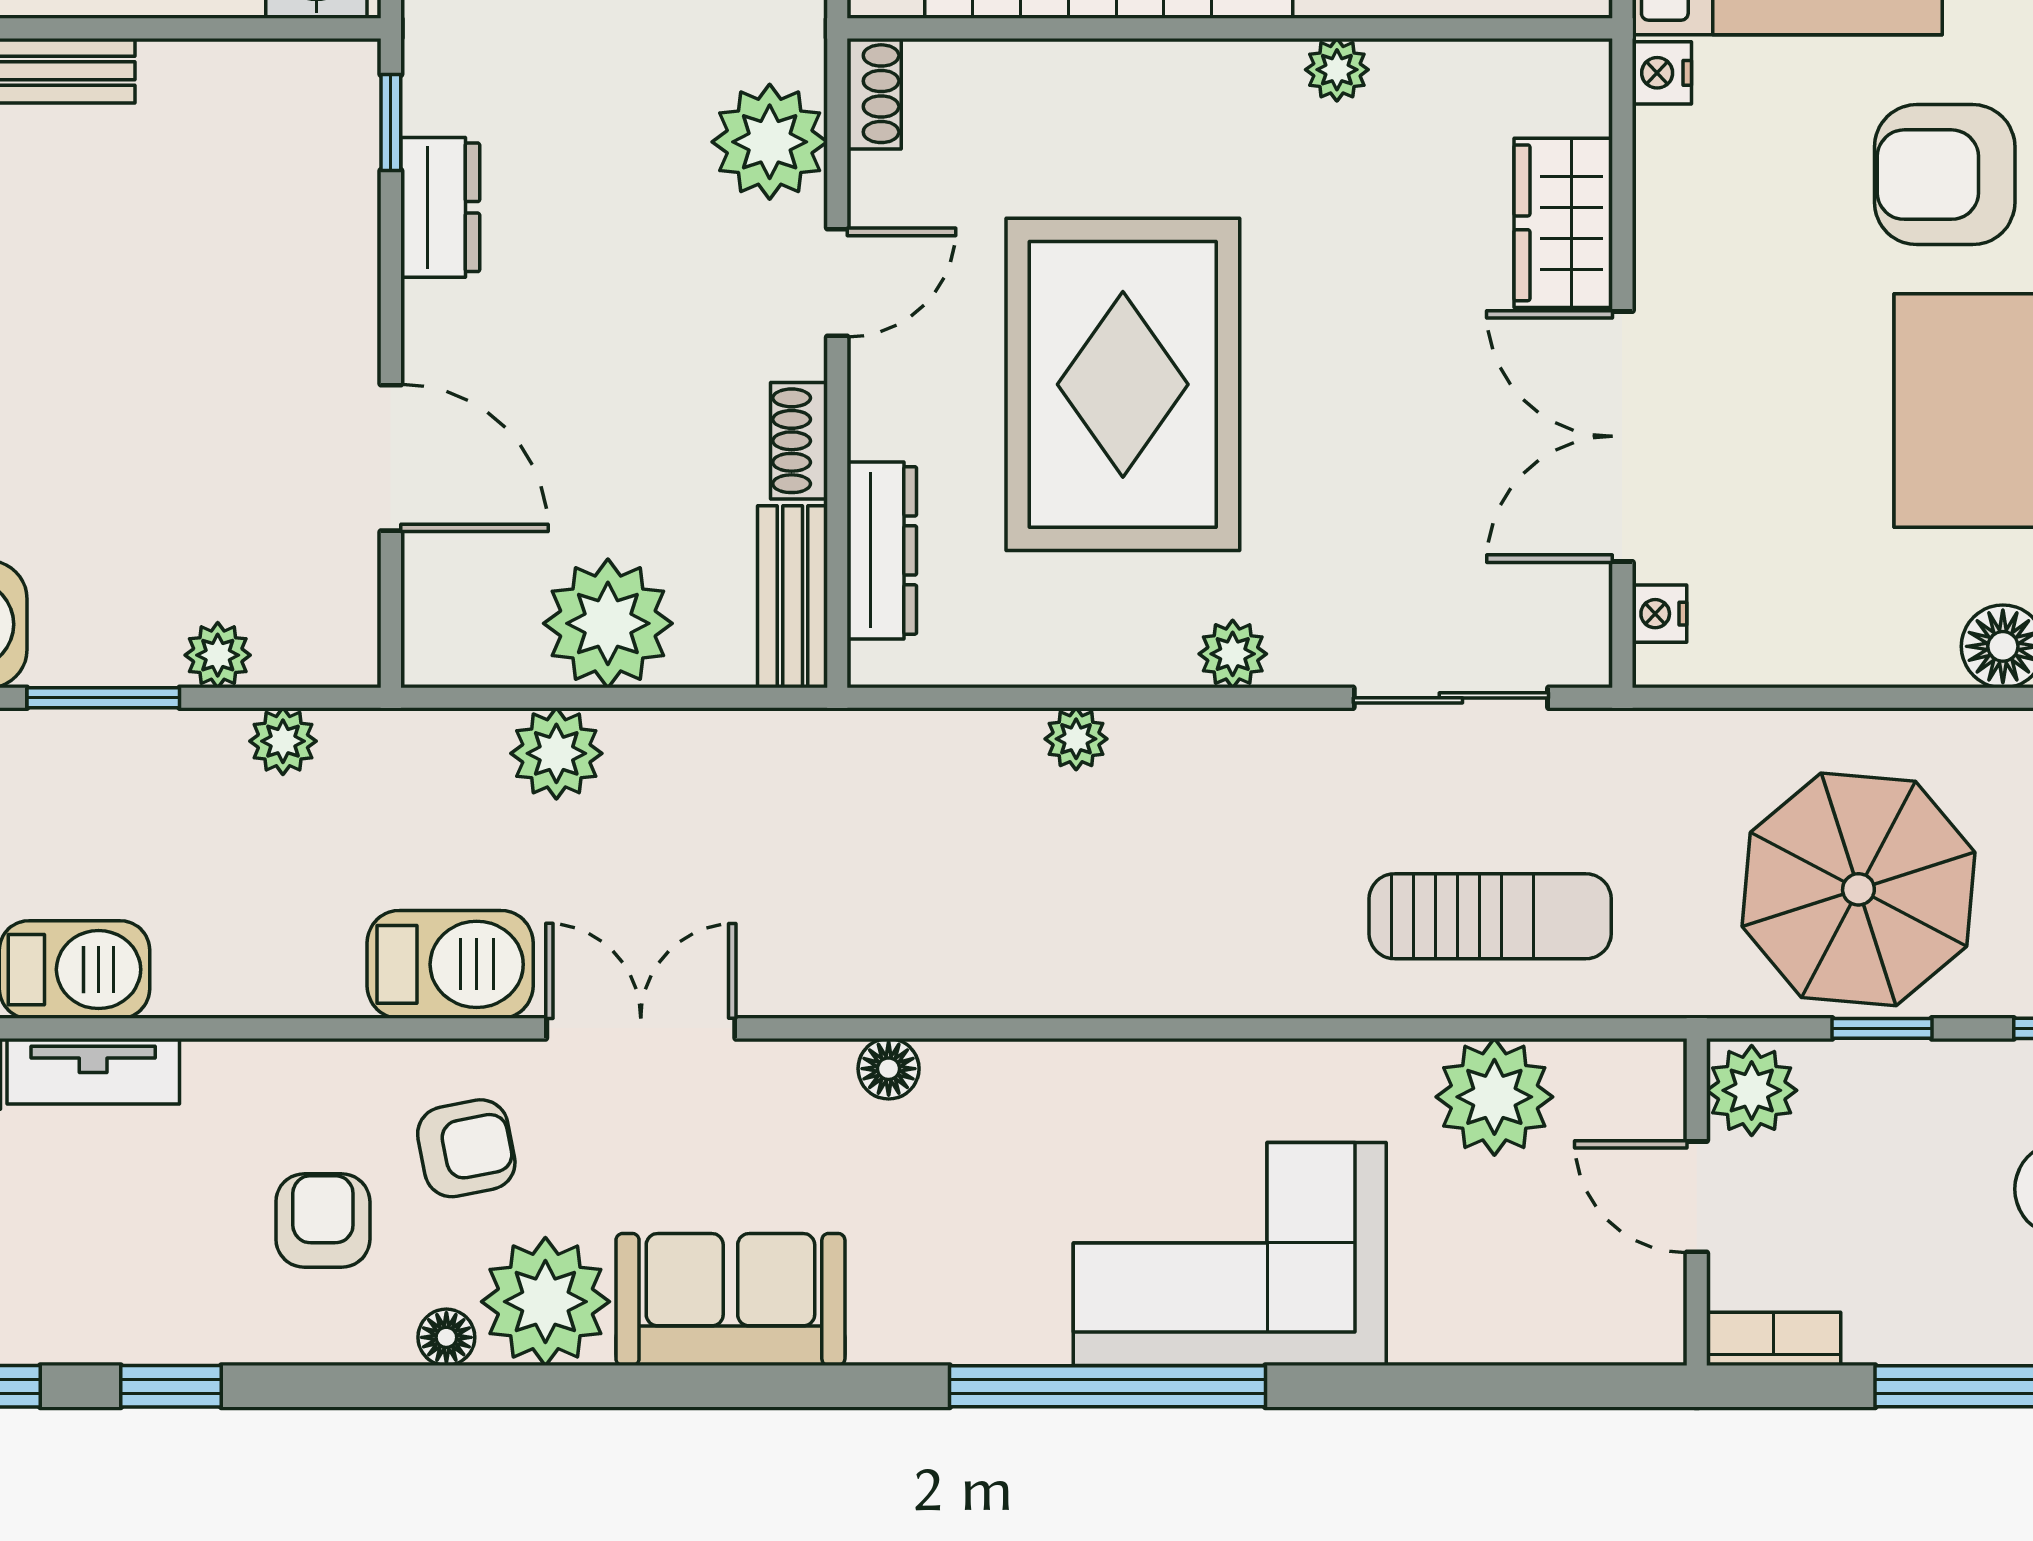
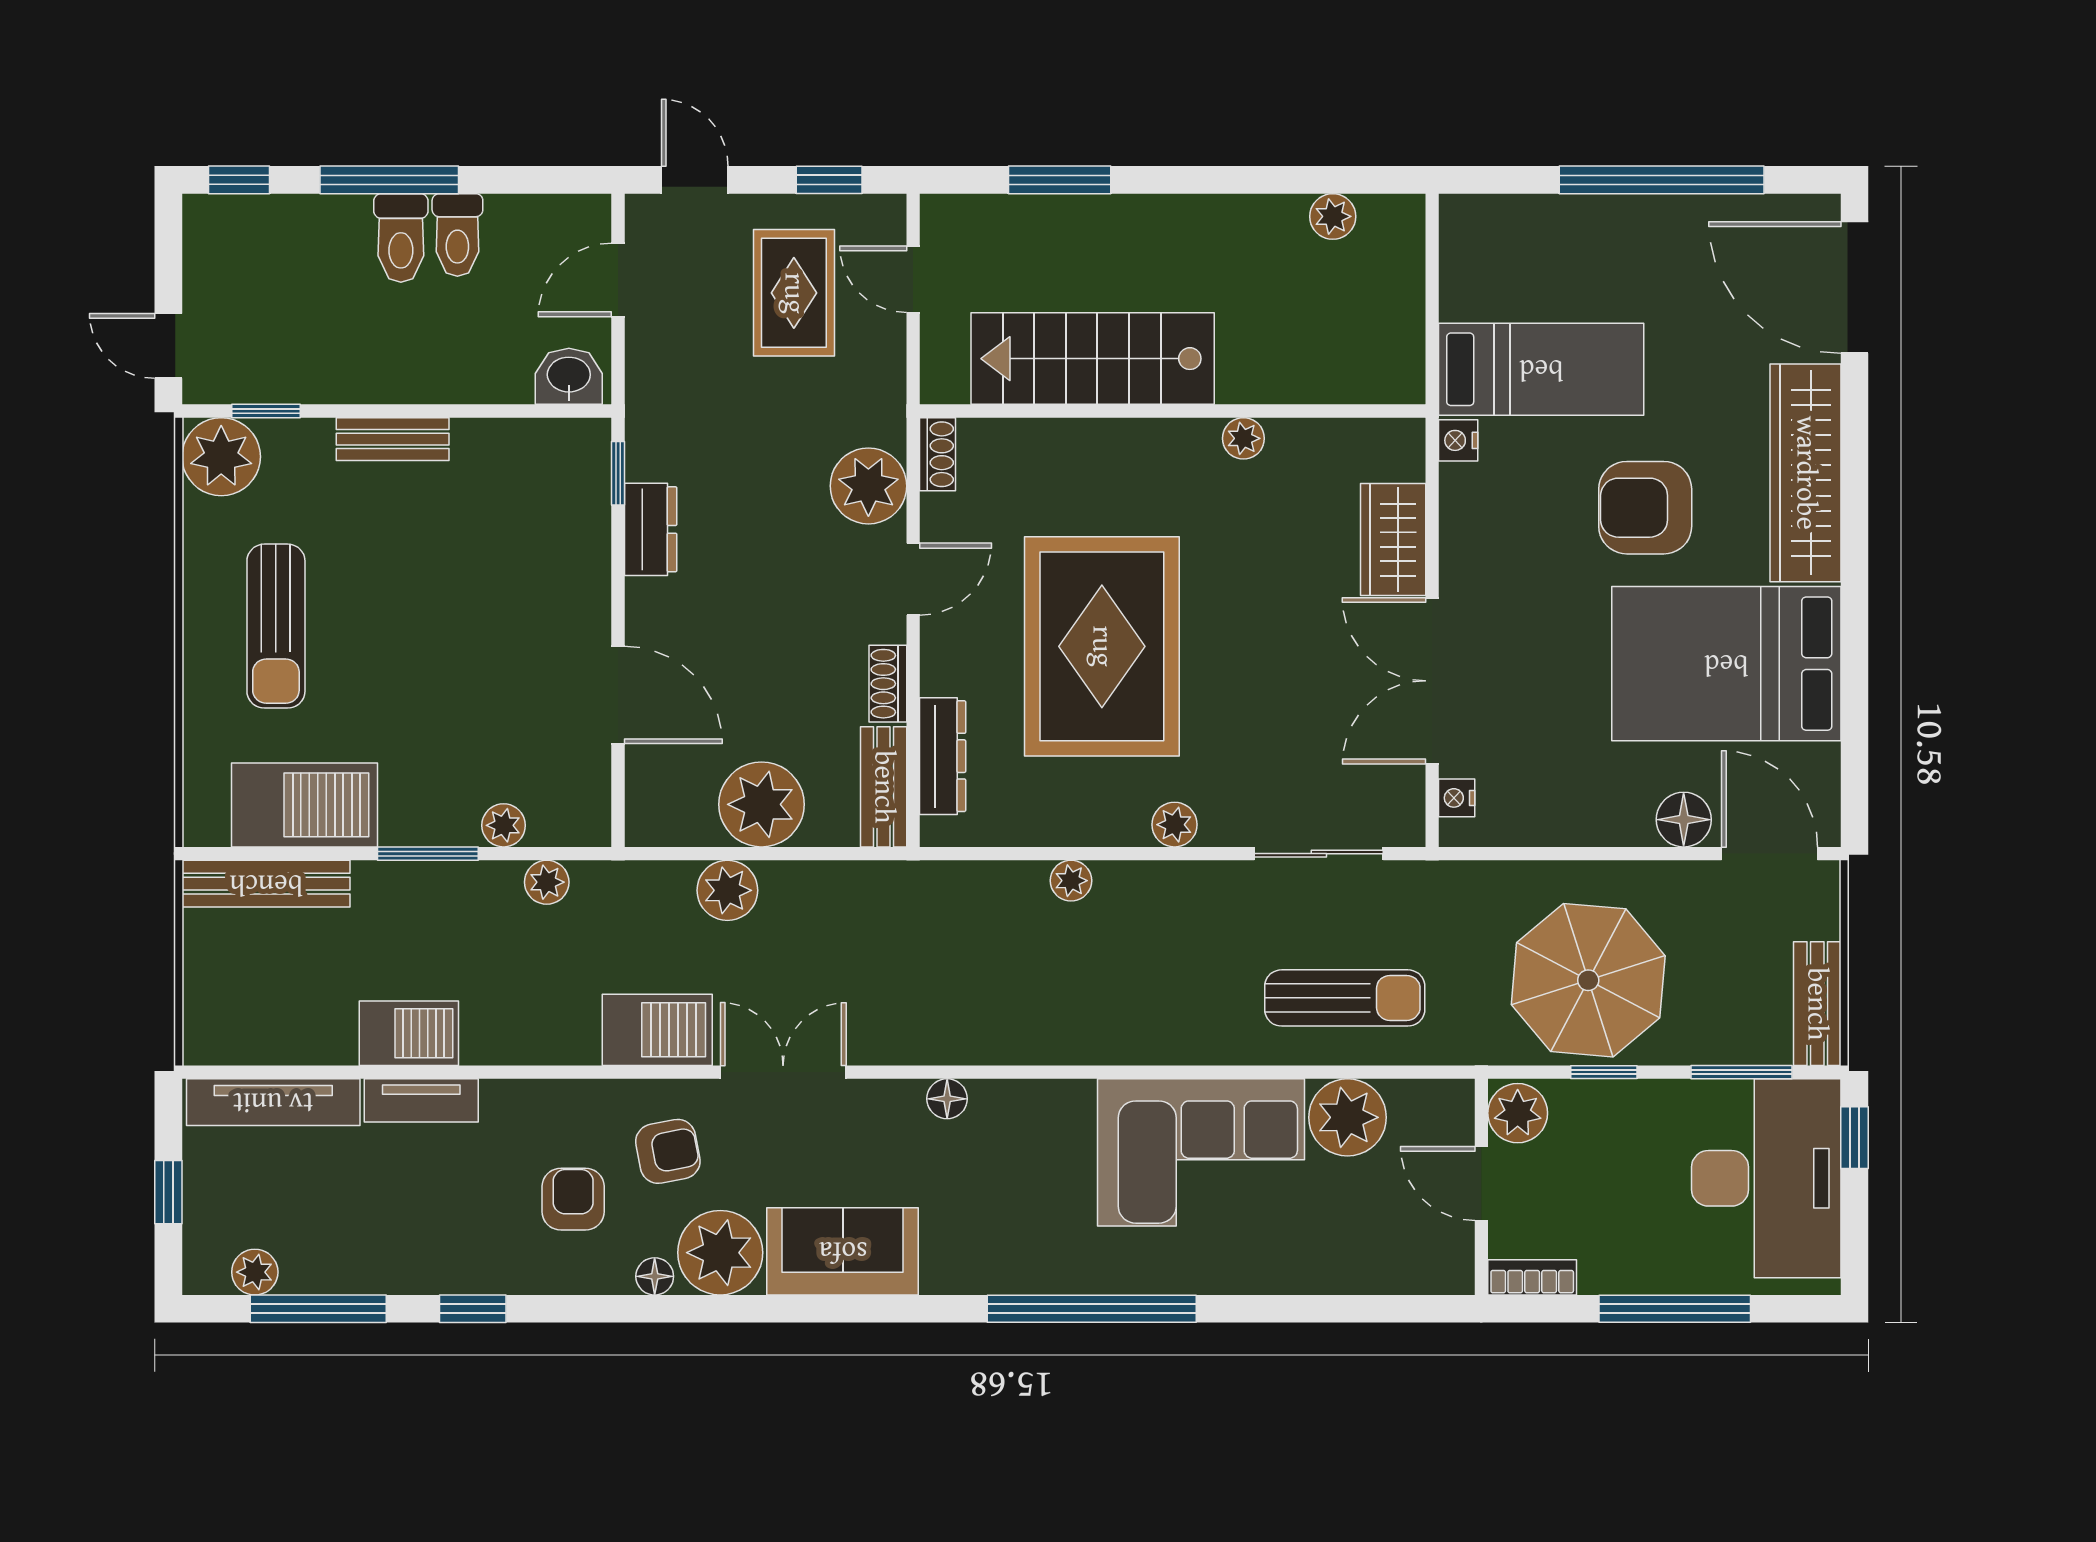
corner sofa: (1230, 1254) -> (1201, 1152), moved, turned 180

